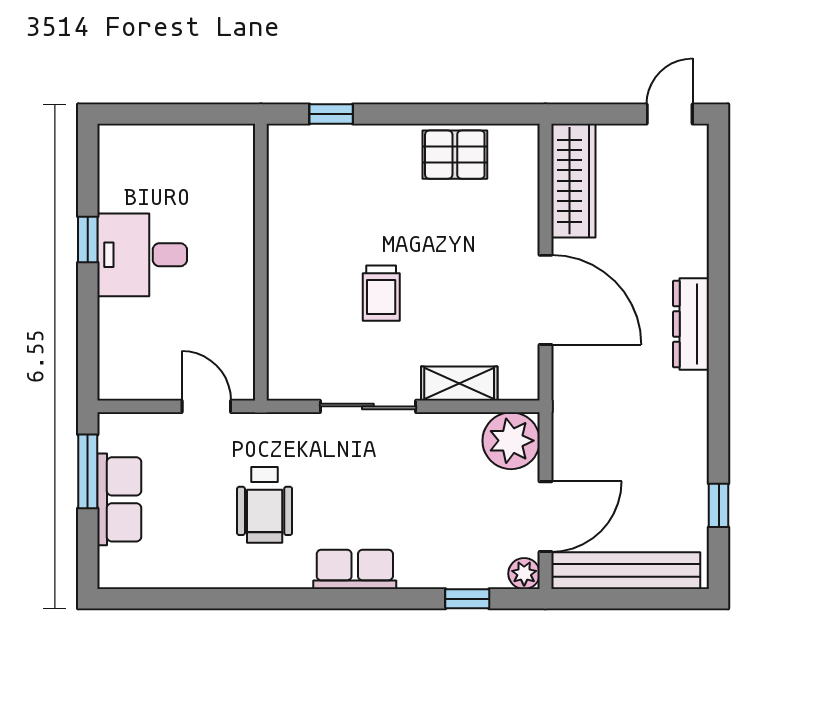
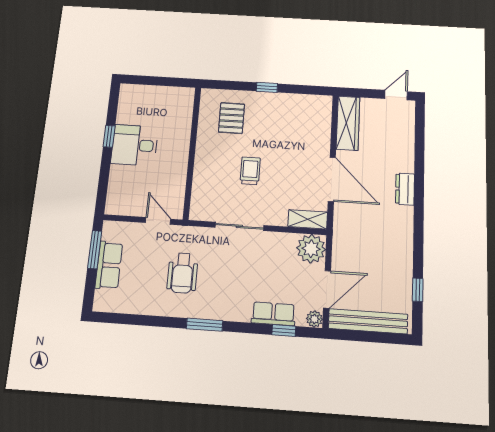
window: (331, 114) -> (267, 87), moved
pallet: (455, 155) -> (231, 118), moved, turned 90
trolley: (381, 293) -> (250, 171), turned 180
dresser: (691, 324) -> (405, 189), width x0.70
shelving: (459, 384) -> (308, 219), moved
row of seats: (355, 569) -> (273, 314), moved
window: (316, 599) -> (205, 325), added

